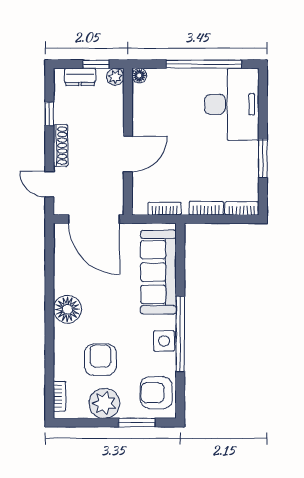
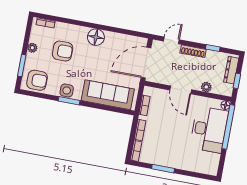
window: (204, 64) -> (228, 127), moved
dresser: (80, 77) -> (231, 70), width x1.44
plant: (115, 77) -> (206, 87), moved
desk: (232, 104) -> (209, 129), moved, turned -90
window: (180, 334) -> (69, 101), width x0.47
armchair: (156, 393) -> (37, 80), turned 90
plant: (104, 403) -> (32, 48), width x0.53, depth x0.53

